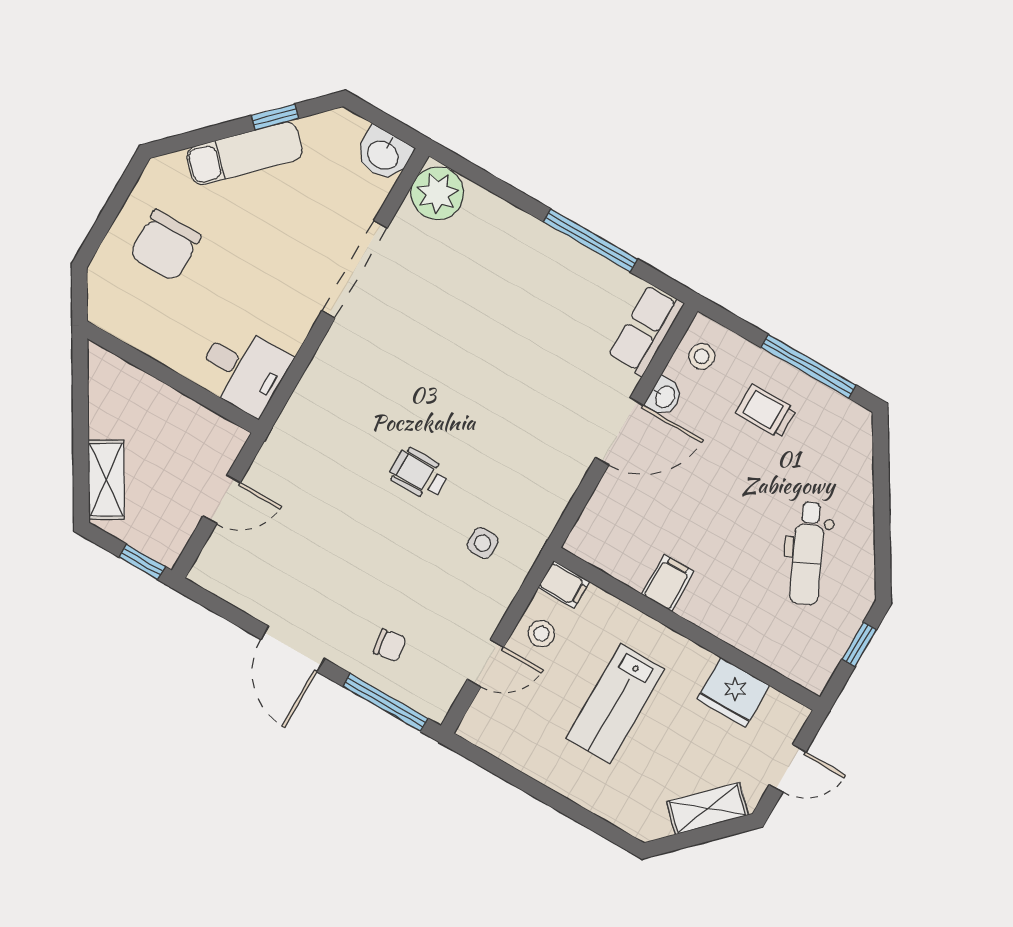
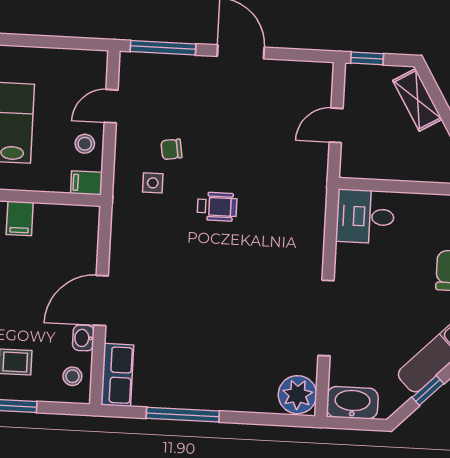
washbasin: (383, 154) -> (352, 403), width x1.38
chair: (390, 645) -> (172, 149), moved

